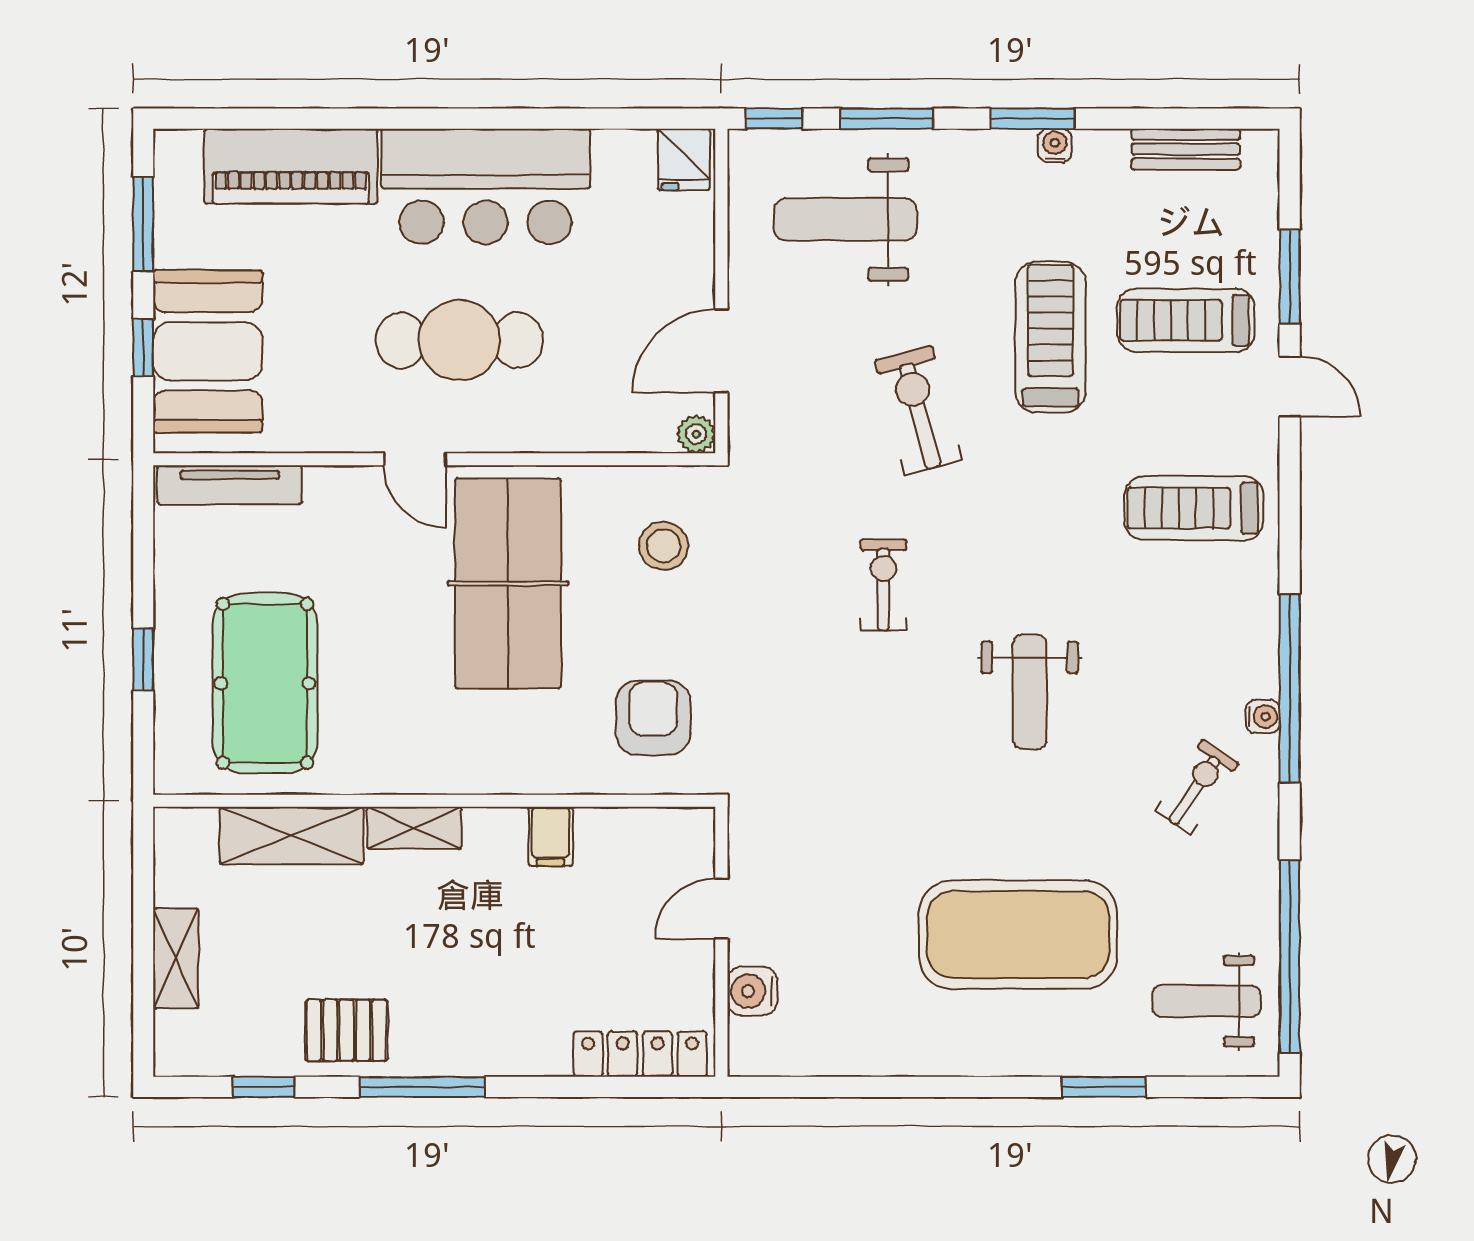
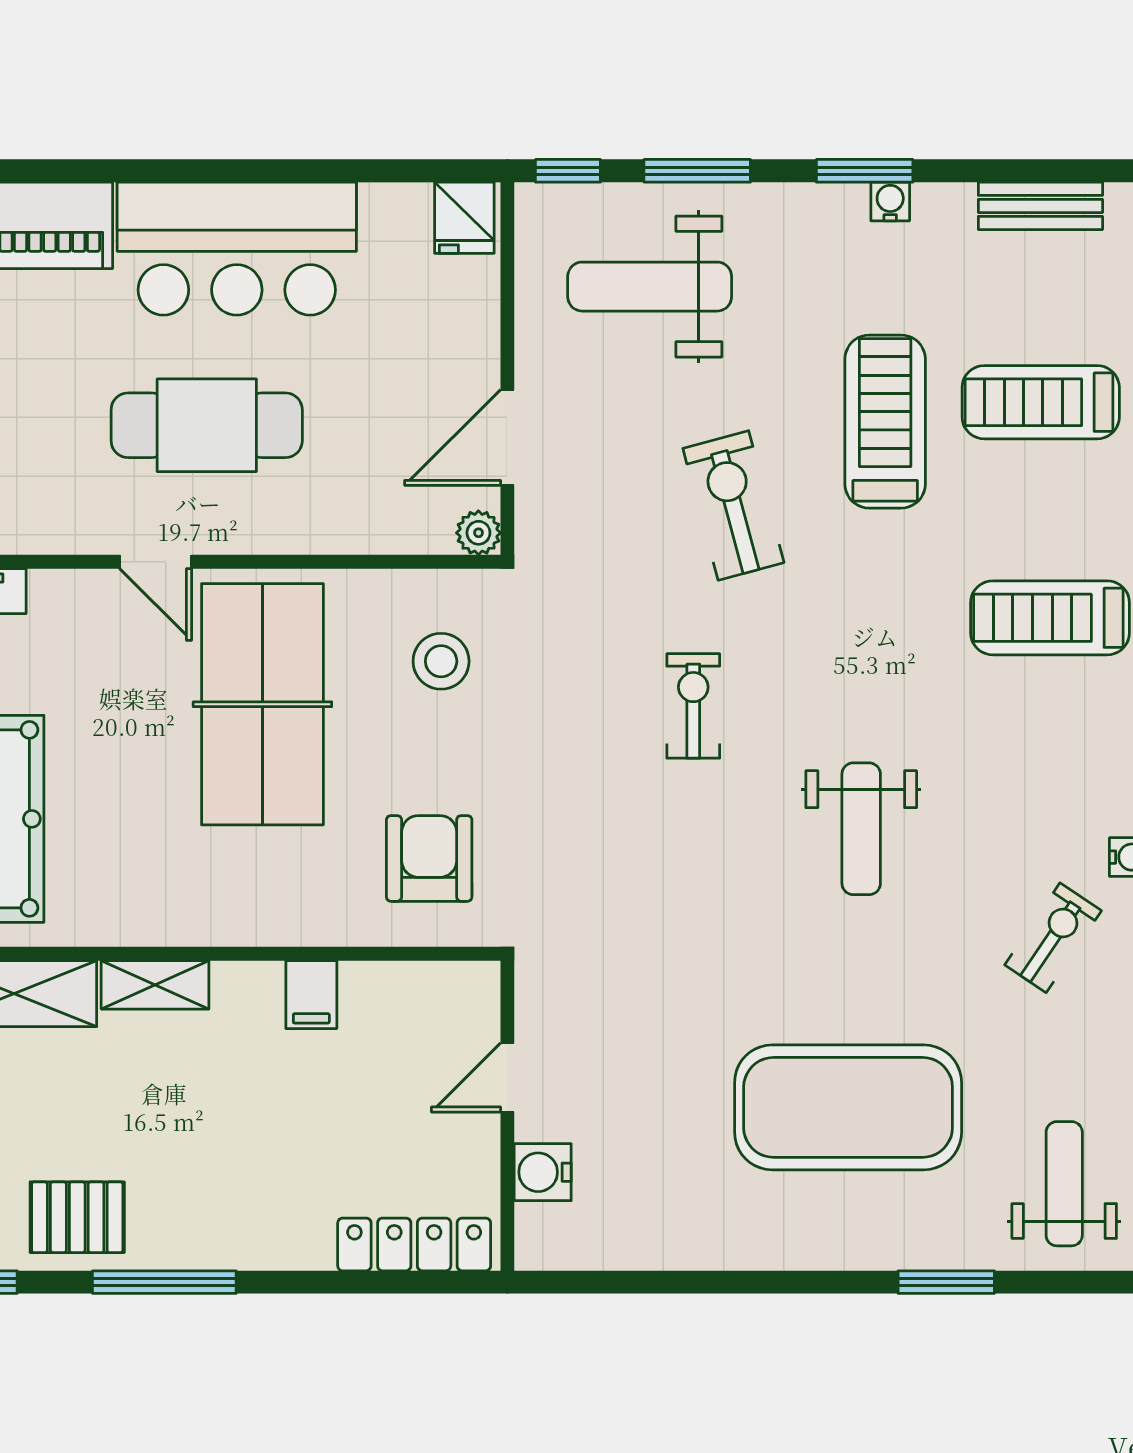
weight bench: (1206, 1001) -> (1064, 1184), turned 90

